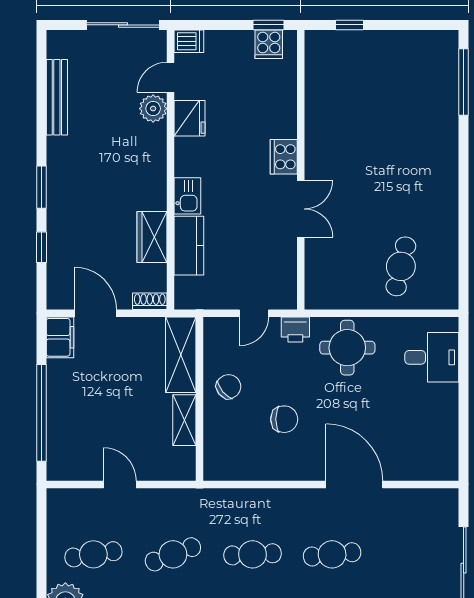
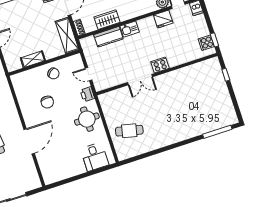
shelving: (181, 355) -> (67, 36), moved, turned 90

